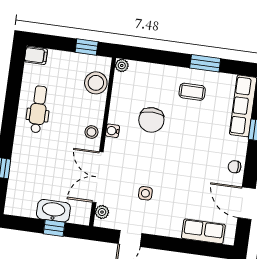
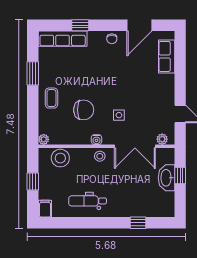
window: (87, 47) -> (33, 181), moved
coffee table: (192, 92) -> (51, 98), moved
side table: (145, 193) -> (119, 115), moved

